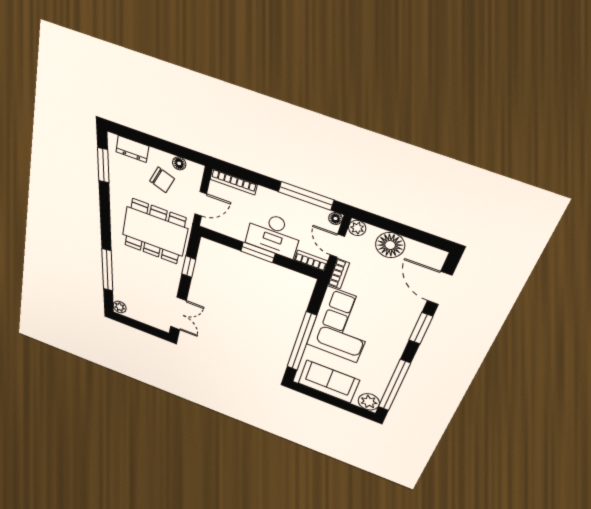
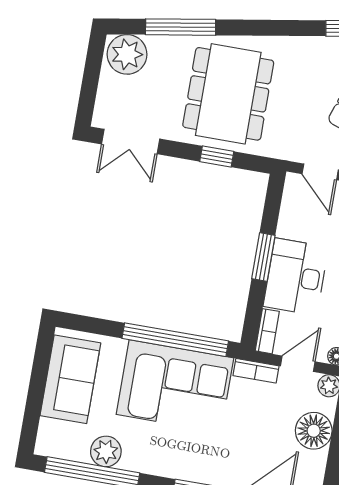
dining table: (155, 232) -> (228, 94), moved
plant: (120, 307) -> (127, 54), width x1.87, depth x1.87
window: (302, 341) -> (175, 340), moved
plant: (369, 402) -> (106, 451), moved

